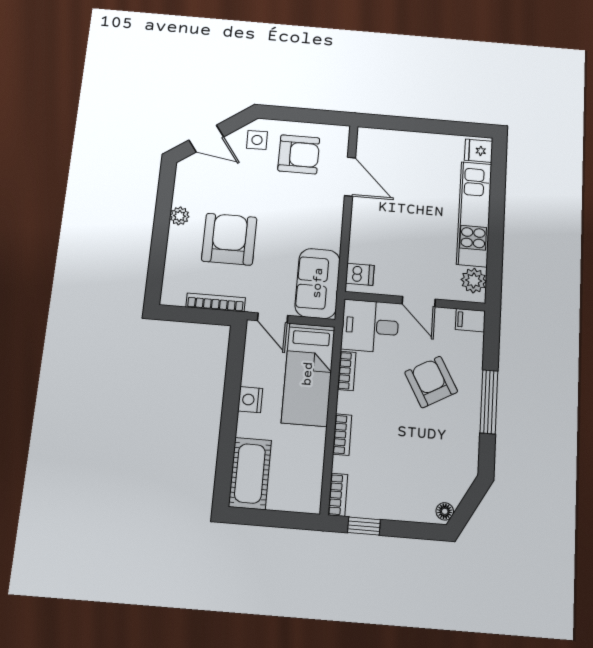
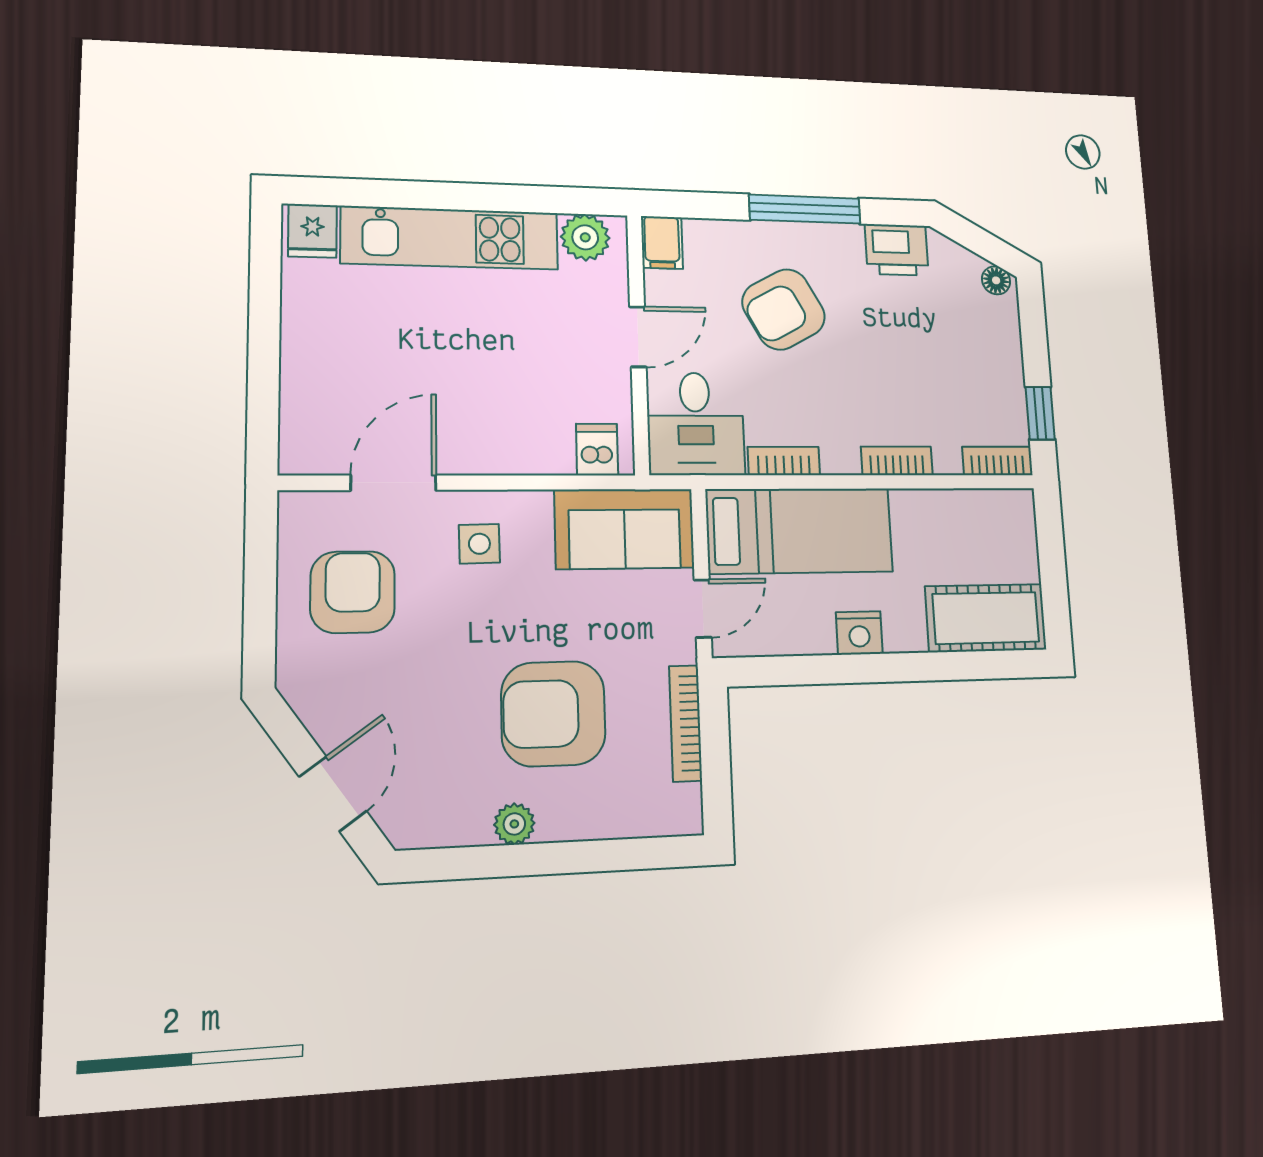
side table: (257, 140) -> (479, 544), moved
printer: (464, 453) -> (897, 250), added

